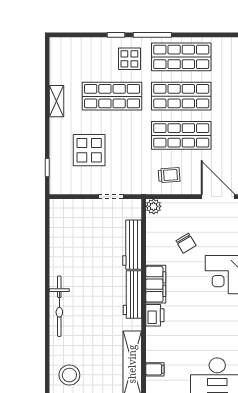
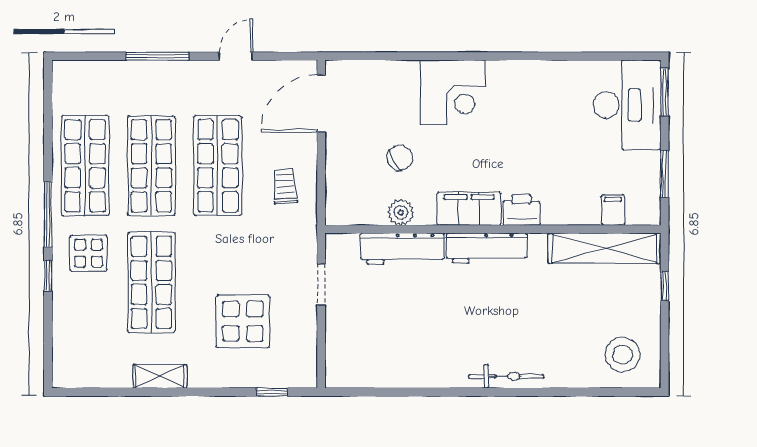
plant: (154, 206) -> (401, 212), moved
bicycle: (59, 306) -> (506, 376), width x0.73, depth x0.71

